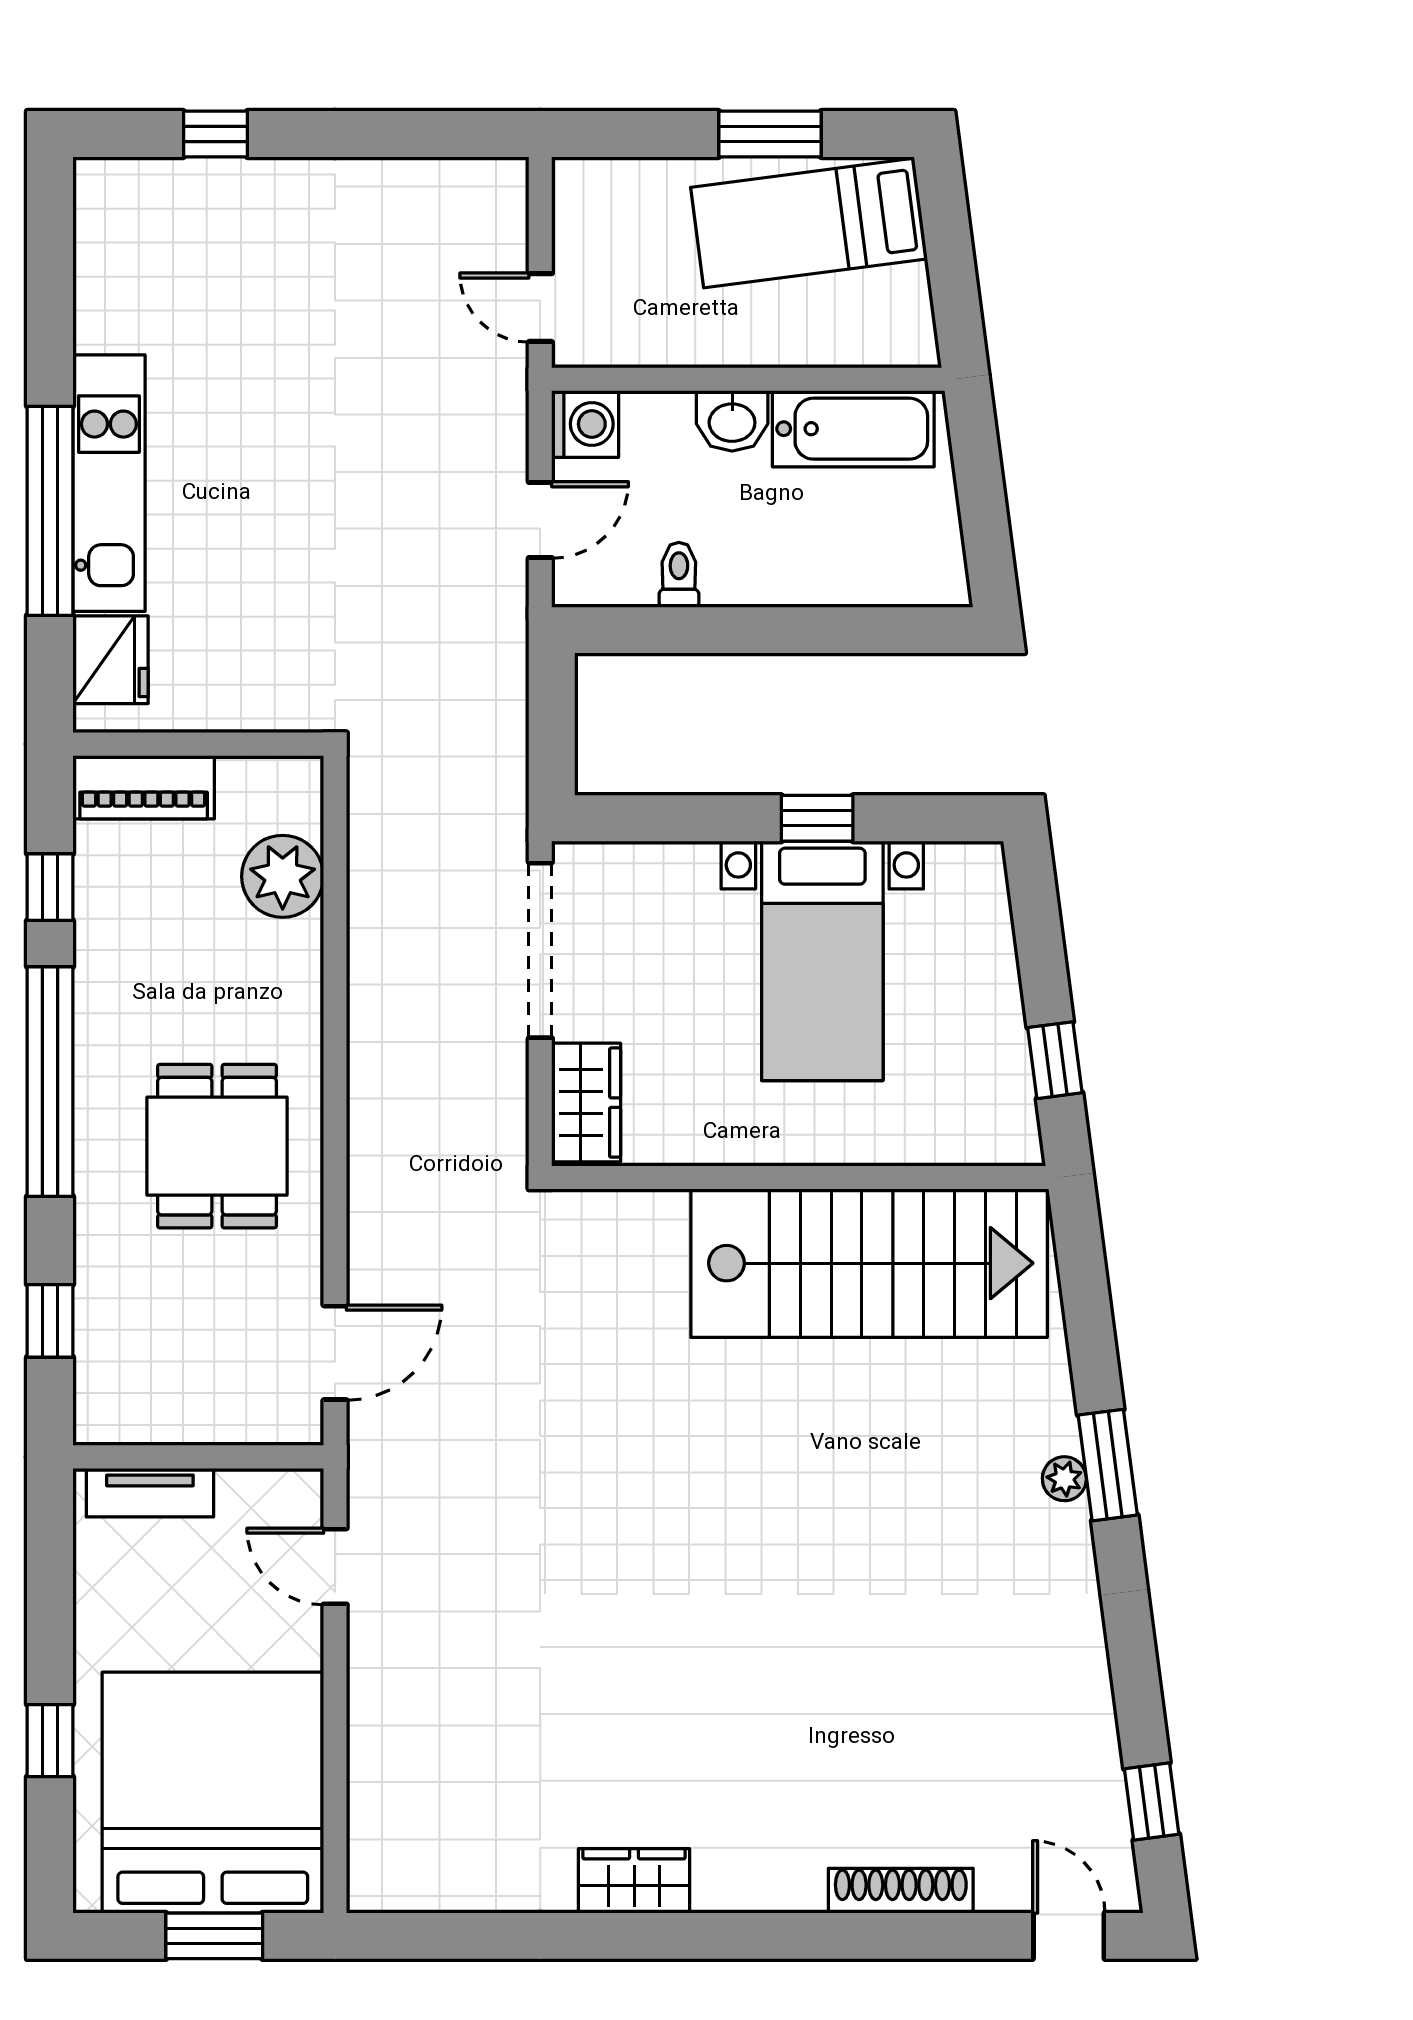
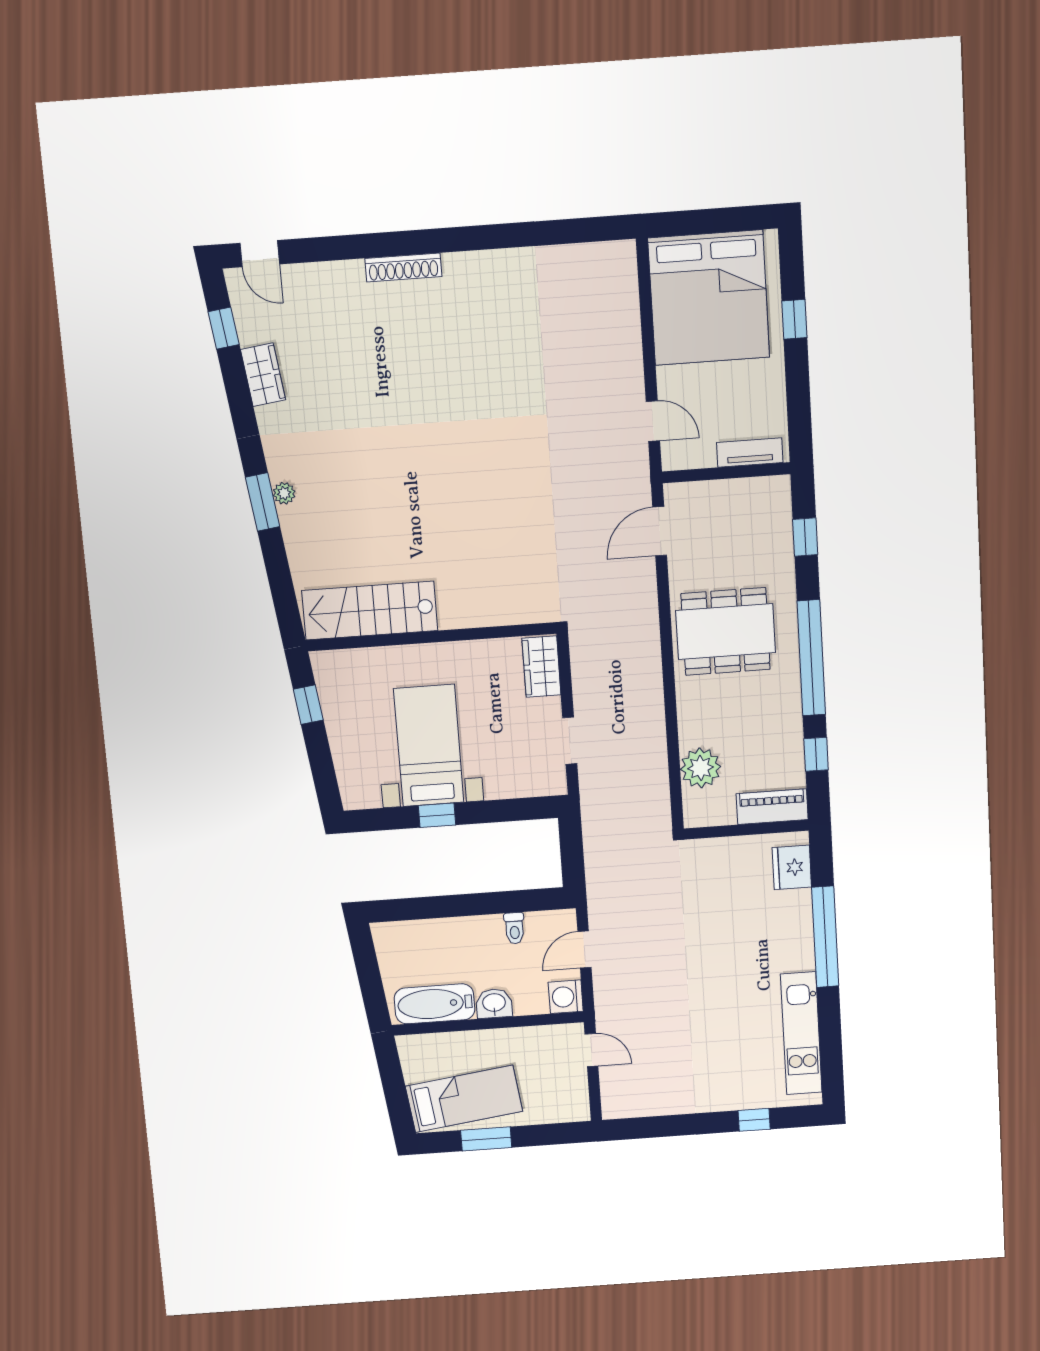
kitchen unit: (109, 483) -> (801, 1033), moved
doorway: (540, 950) -> (570, 741), width x0.53
dining table: (217, 1146) -> (726, 632), width x1.38
stairs: (869, 1263) -> (370, 610), width x0.73, depth x0.66
wardrobe: (634, 1881) -> (263, 375), moved, turned -97
shoe rack: (901, 1891) -> (403, 268), moved
window: (214, 1936) -> (704, 221), removed

